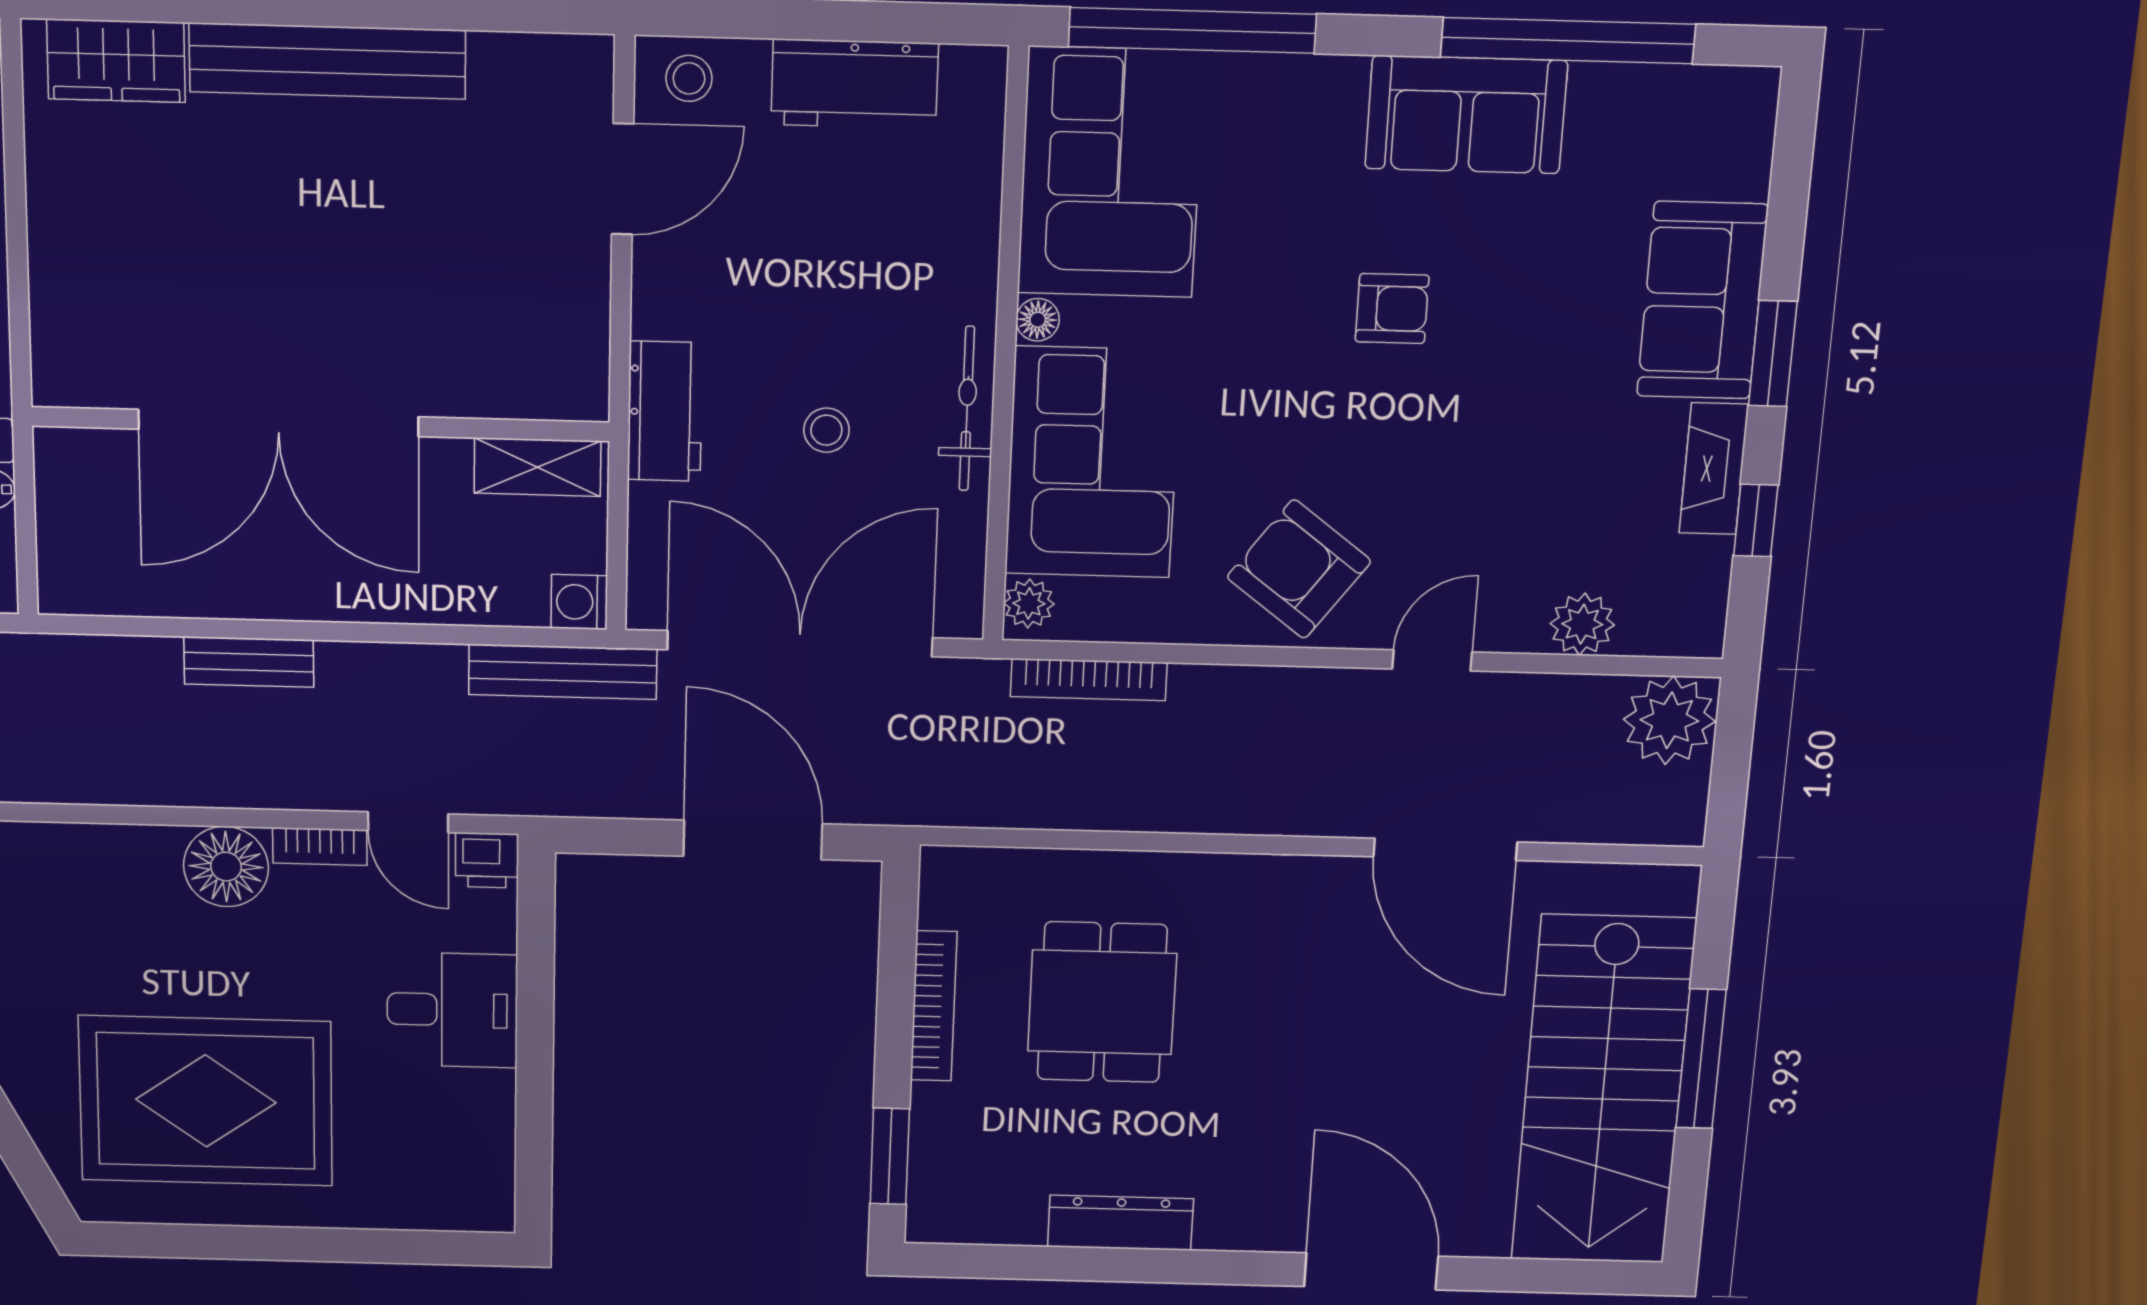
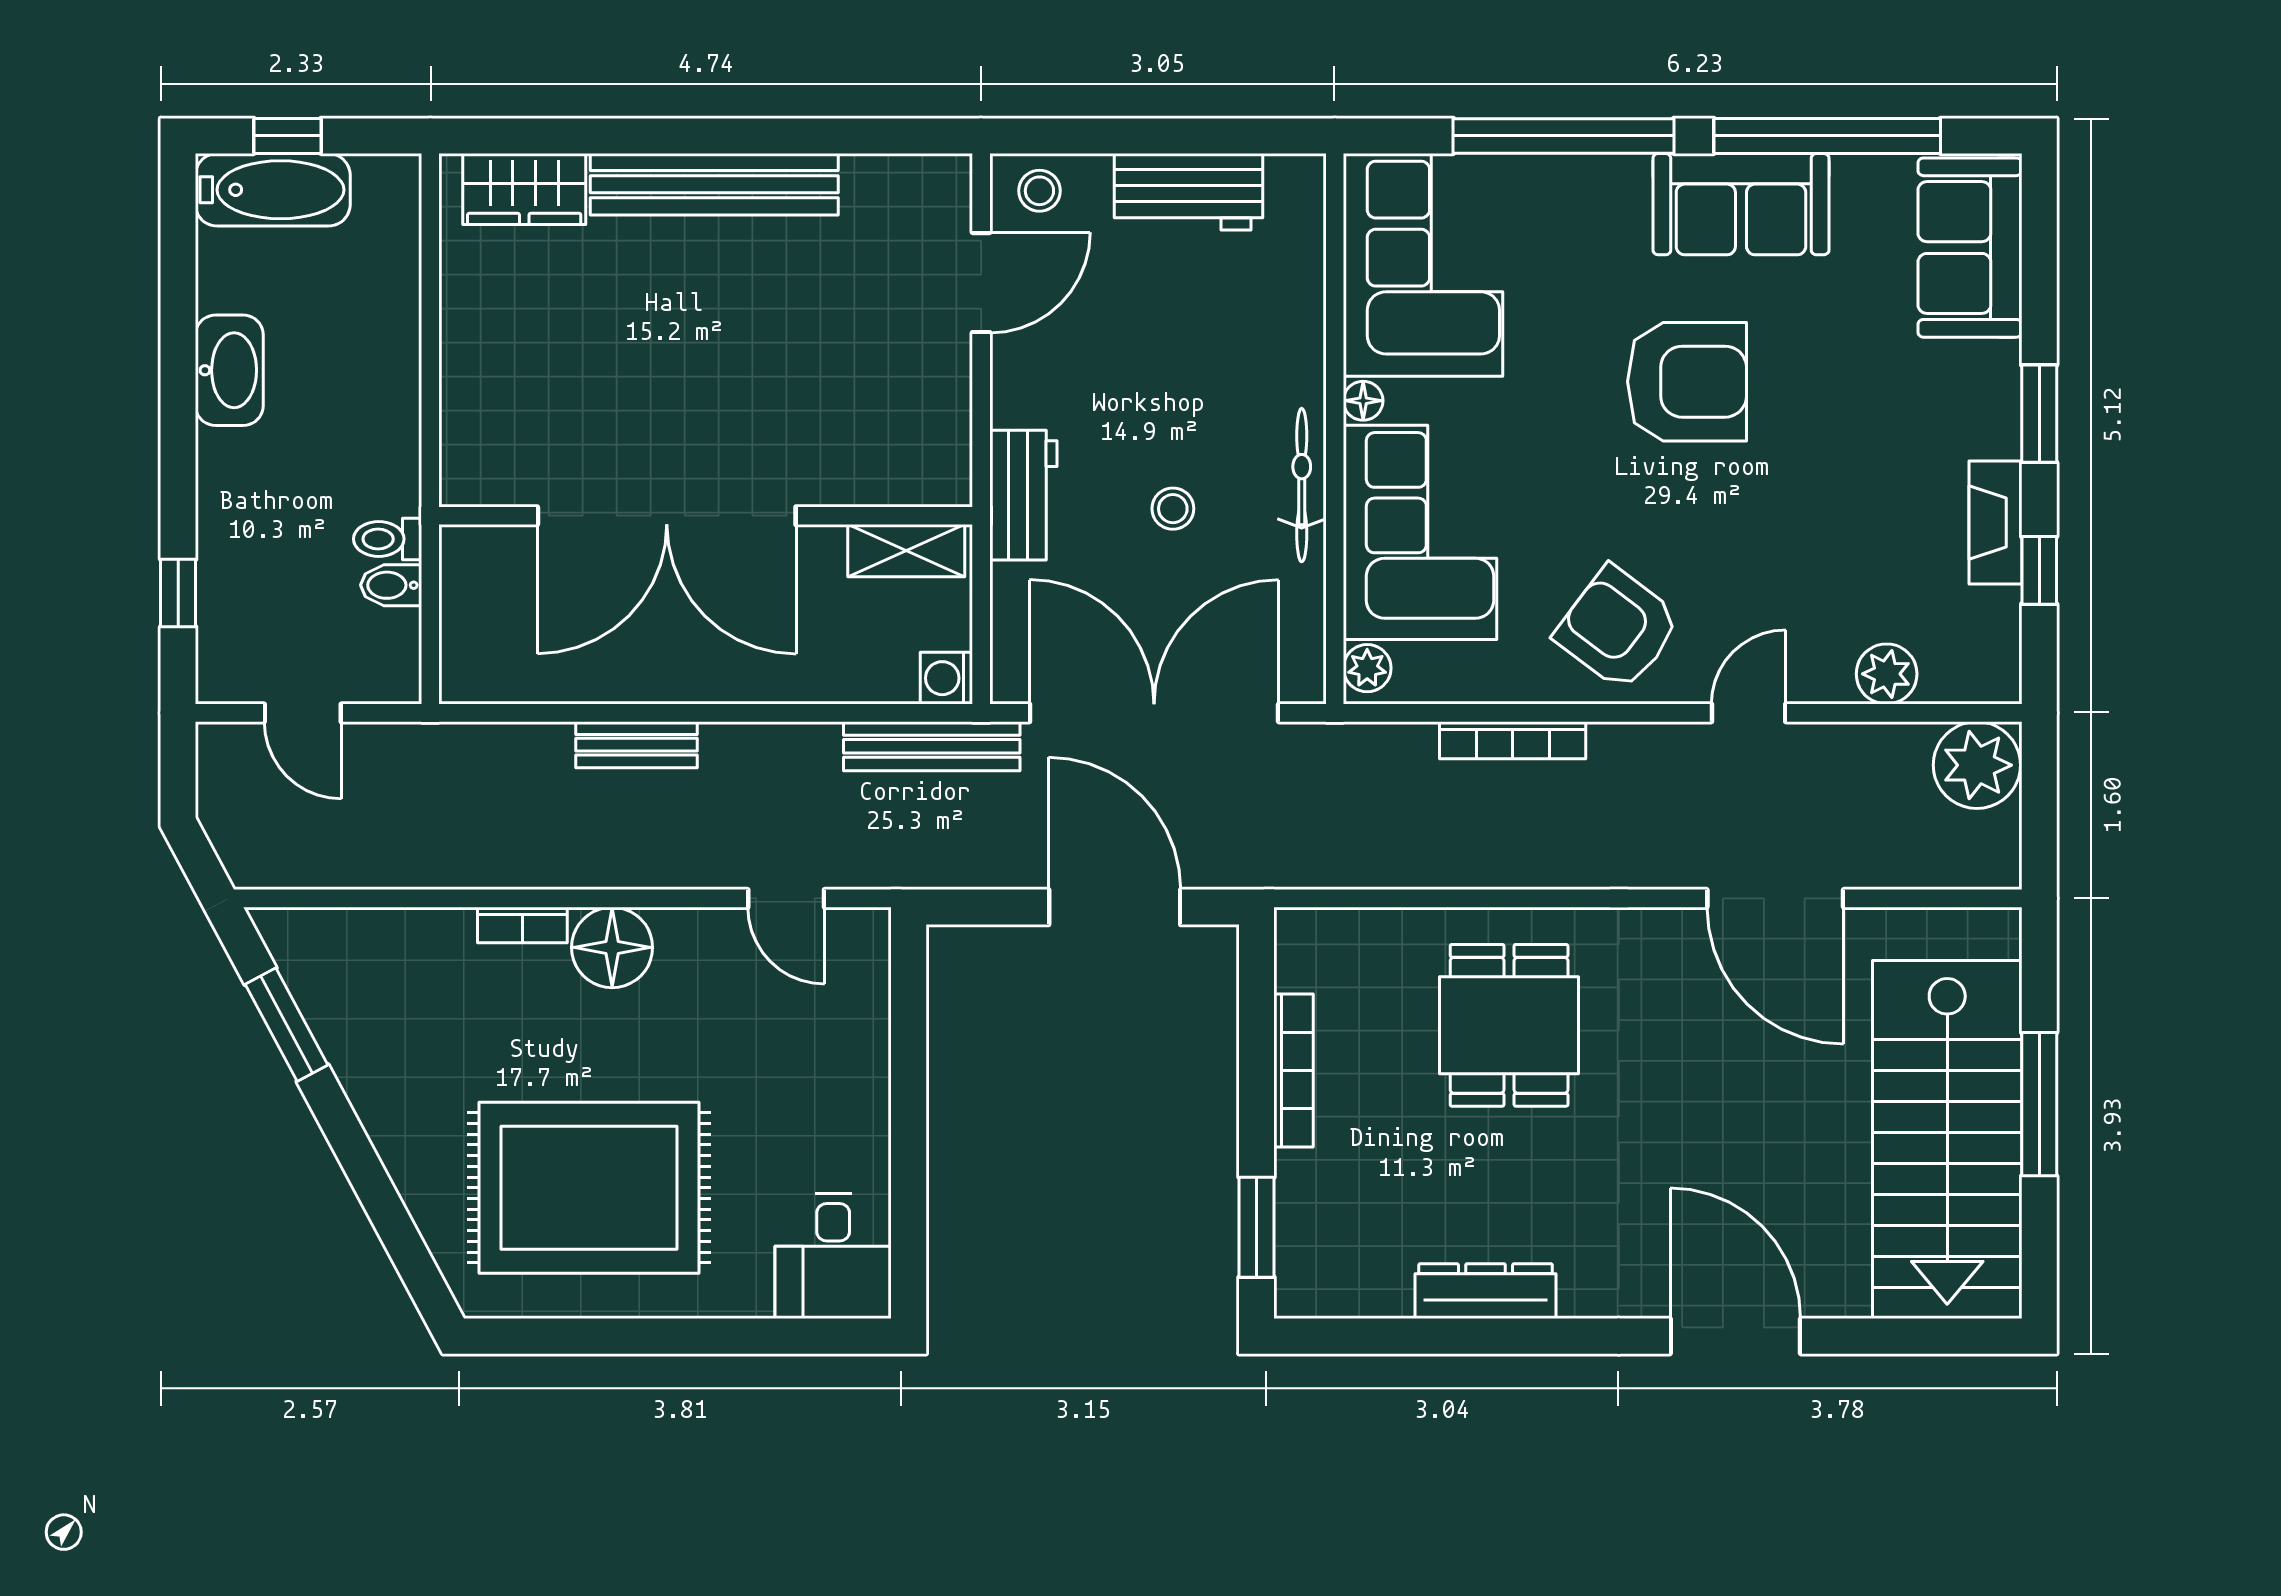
window: (1192, 30) -> (1563, 136), moved
sofa: (1702, 301) -> (1970, 248), moved
armchair: (1392, 309) -> (1687, 382), width x1.88, depth x1.88
bookcase: (1089, 680) -> (1513, 740), moved
bookcase: (320, 847) -> (522, 925), moved
printer: (487, 860) -> (861, 934), removed
dining table: (1102, 1002) -> (1509, 1025), moved
desk: (452, 1010) -> (833, 1256), moved, turned 90

